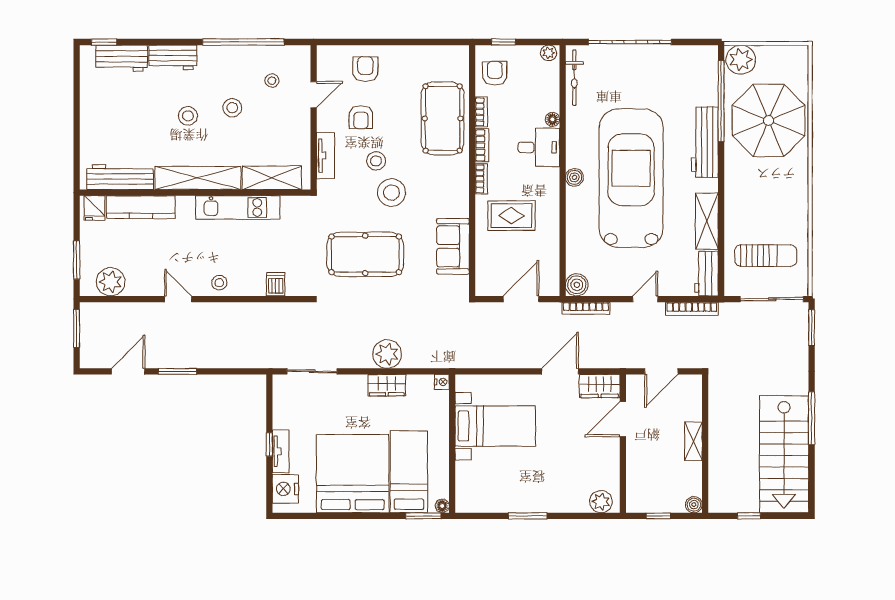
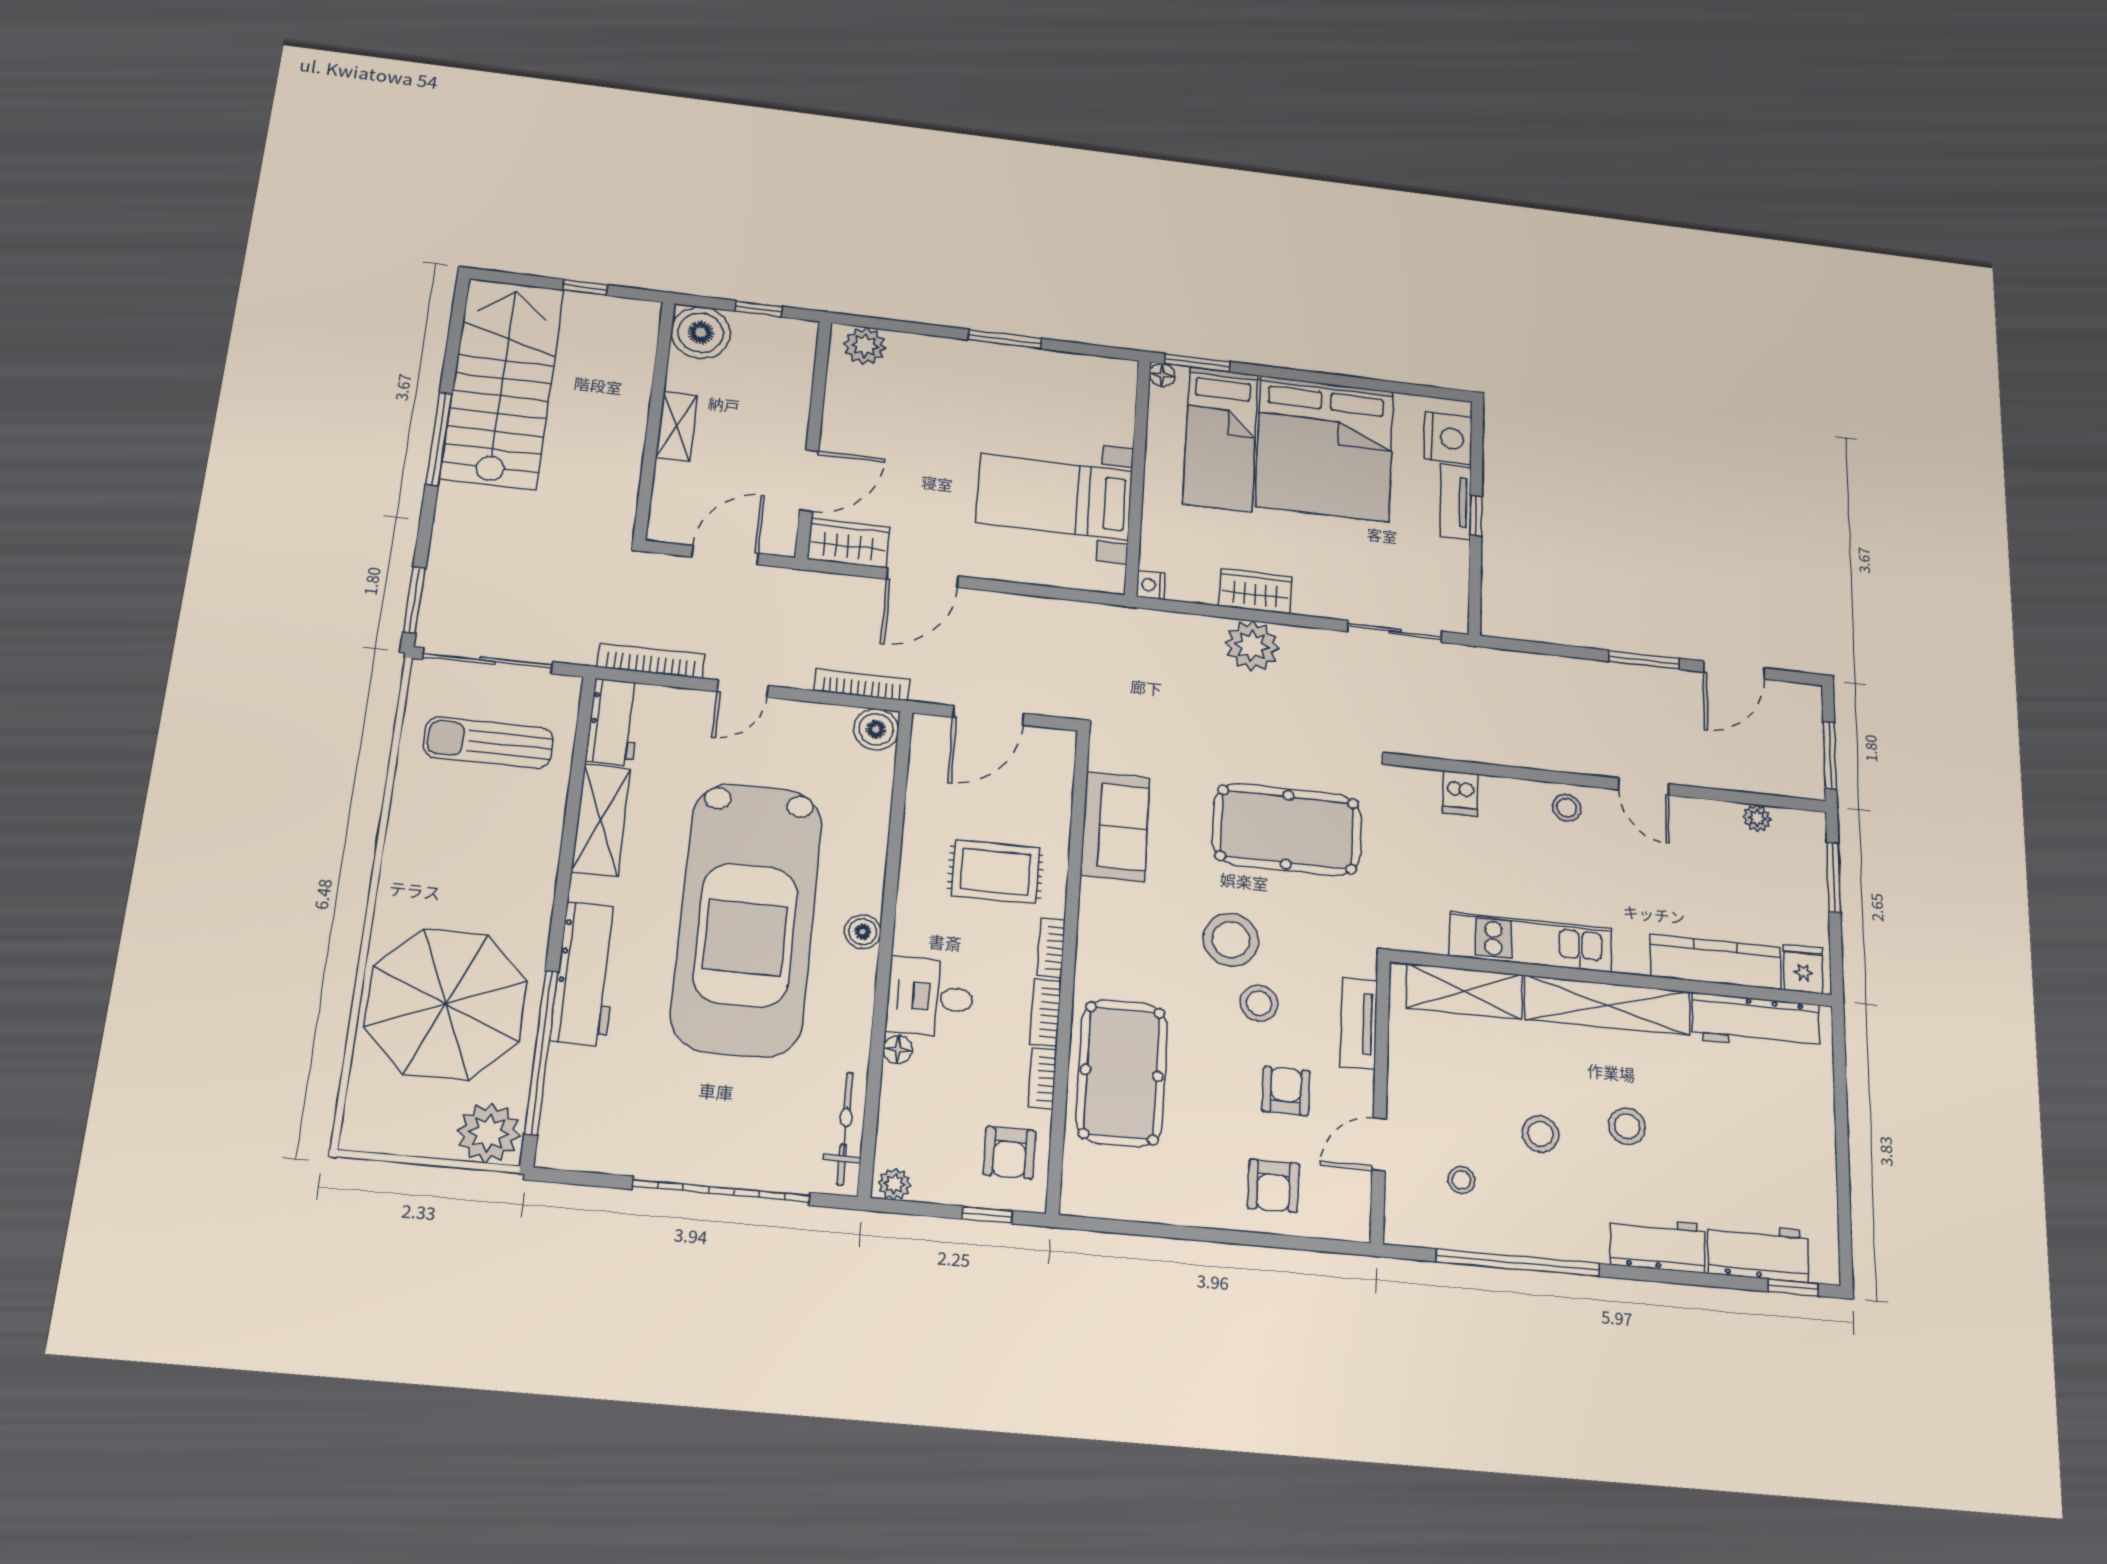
plant: (111, 282) -> (1757, 818), width x0.53, depth x0.53
boiler: (694, 505) -> (701, 333), width x1.86, depth x1.86

